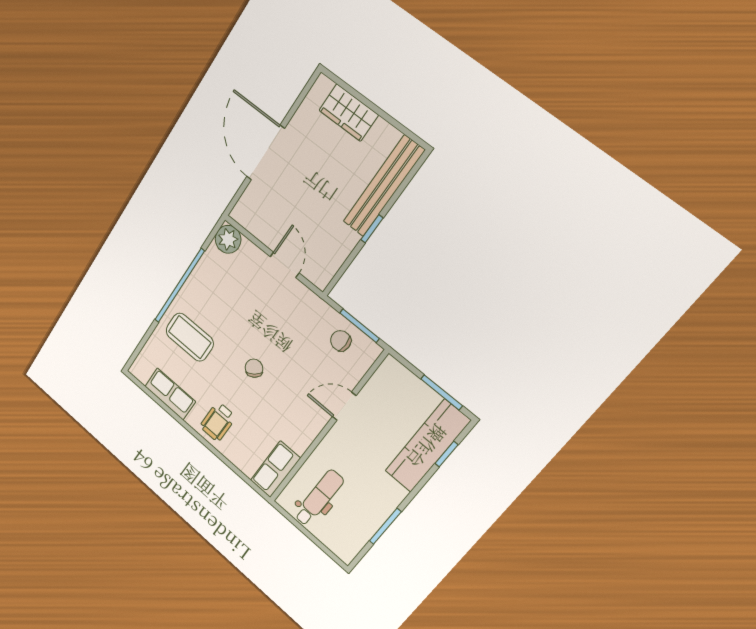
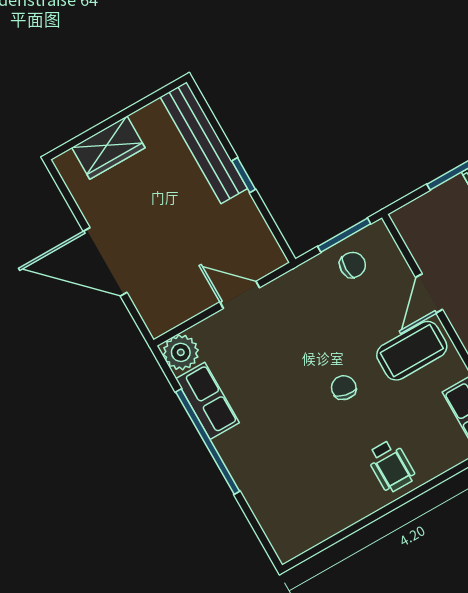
coffee table: (190, 337) -> (412, 351), moved
chair: (341, 341) -> (353, 265), turned 180
chair: (254, 368) -> (344, 388), turned 52
row of seats: (170, 394) -> (207, 401), moved, turned 90

